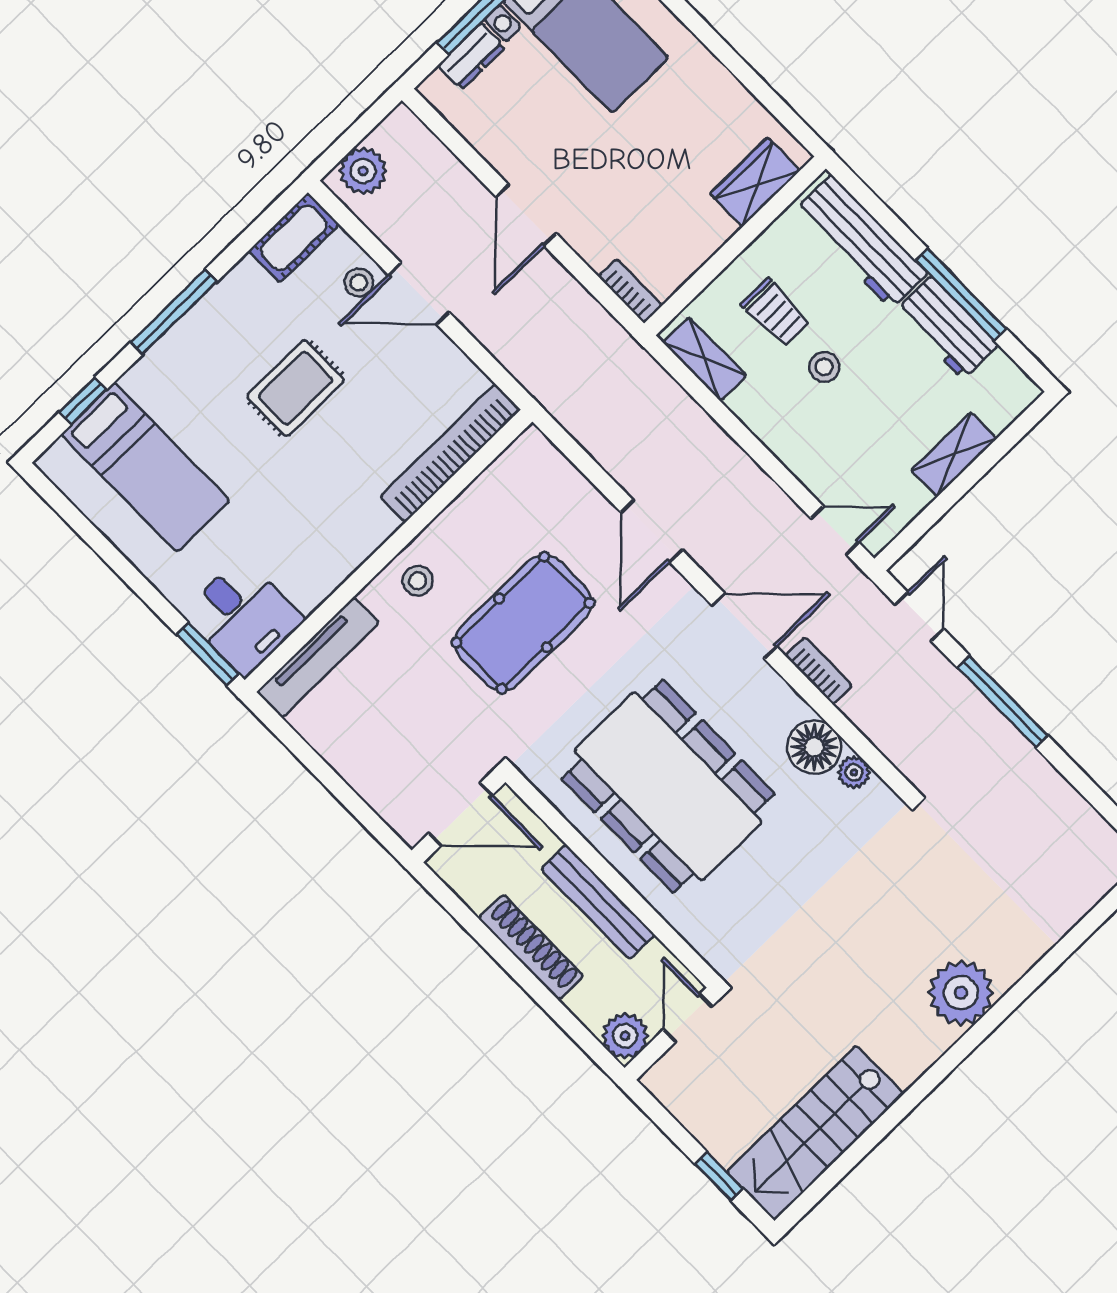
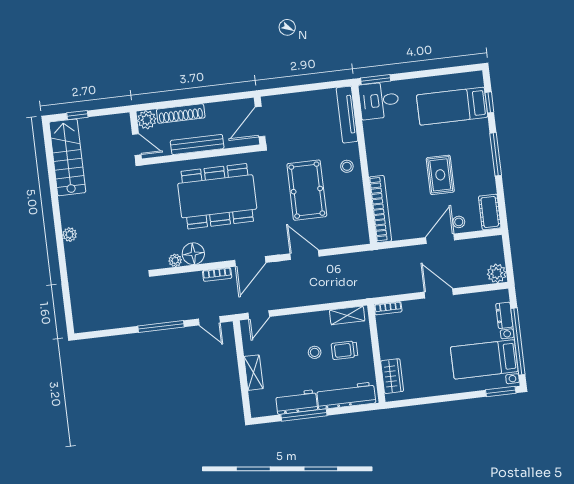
plant: (363, 171) -> (497, 273), moved
shoe rack: (531, 947) -> (181, 114), moved
plant: (961, 993) -> (70, 234), width x0.53, depth x0.53

